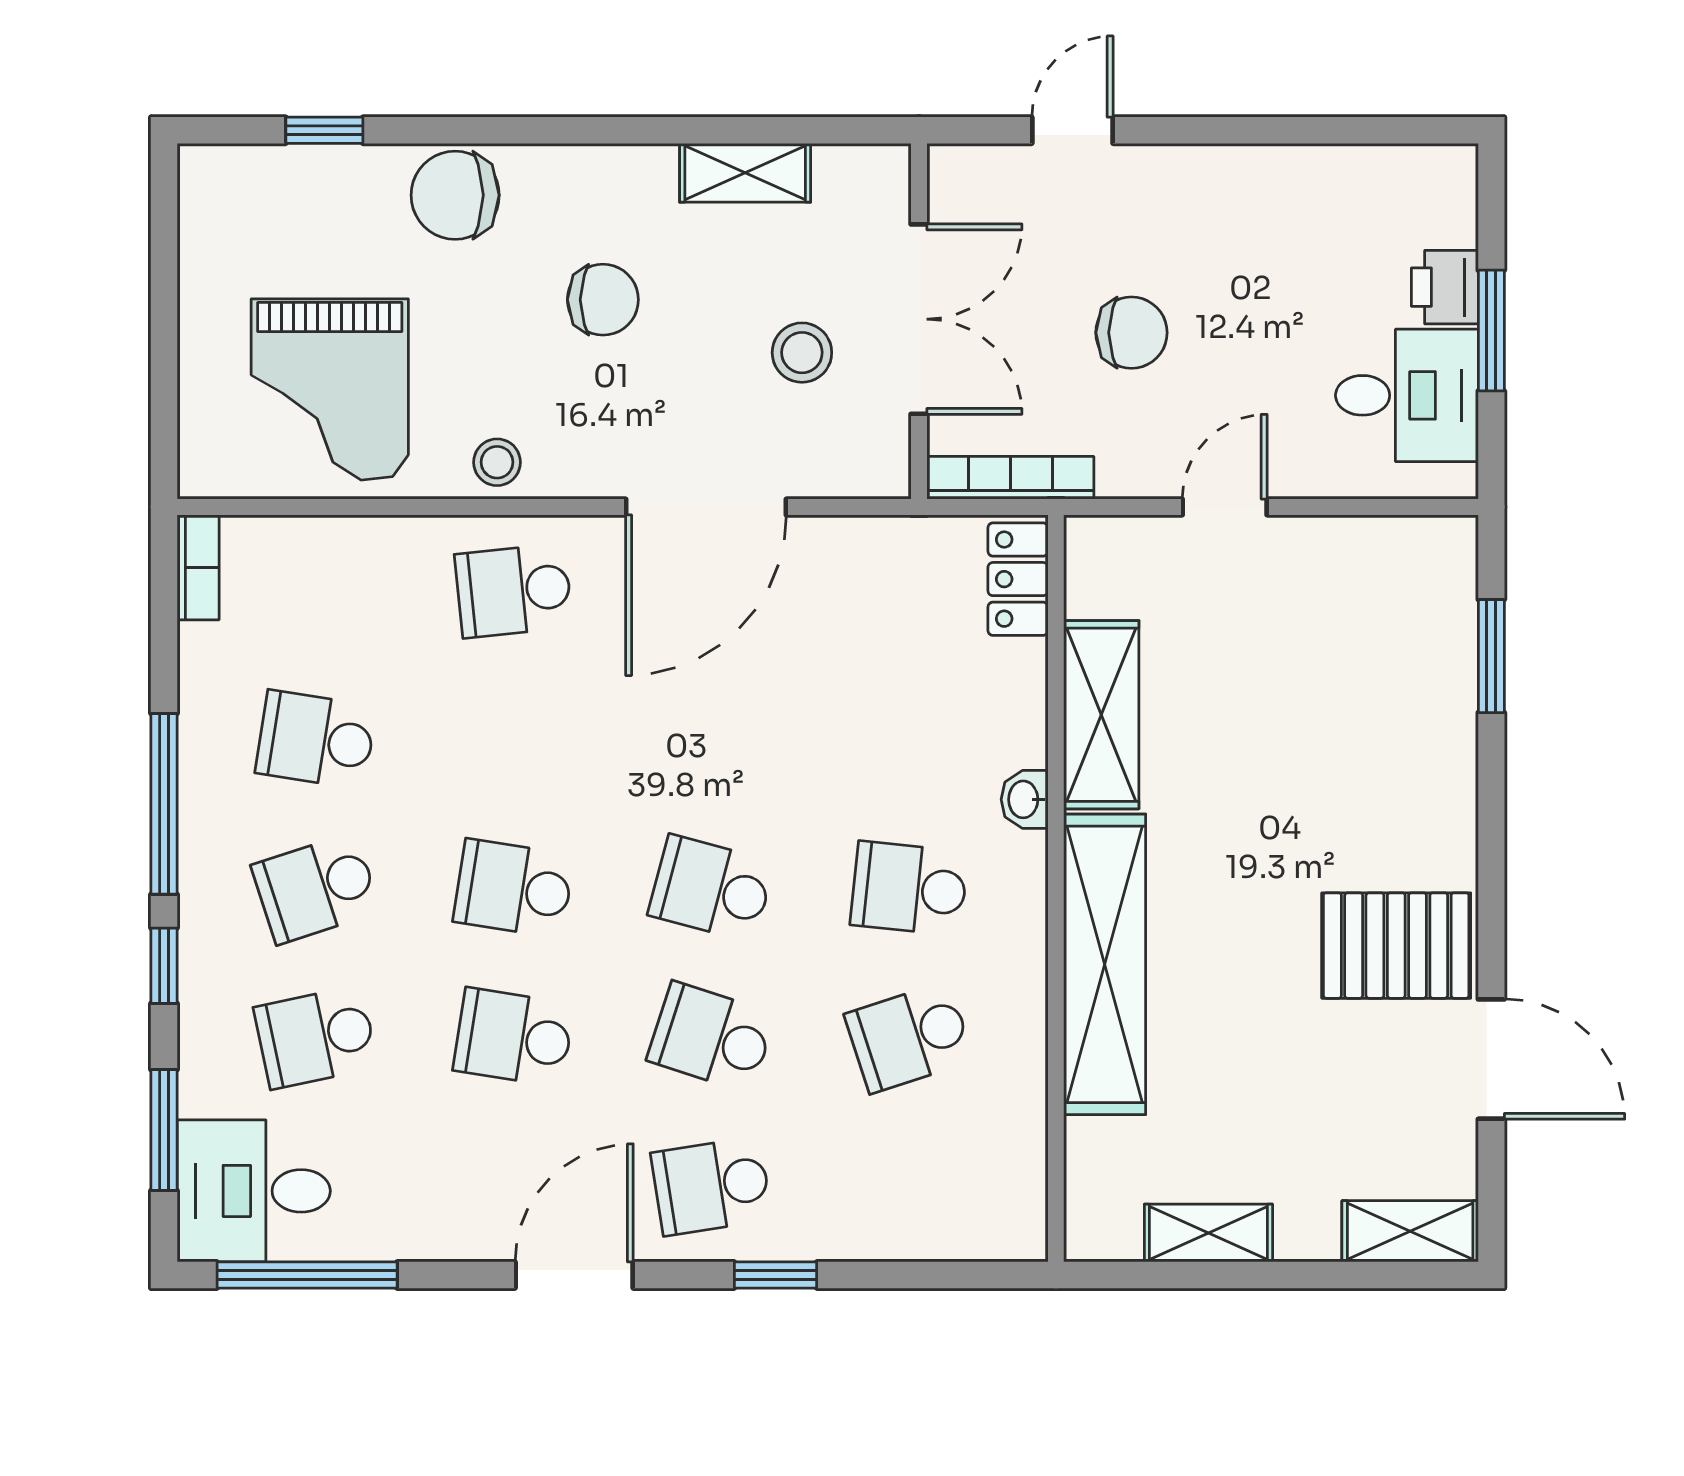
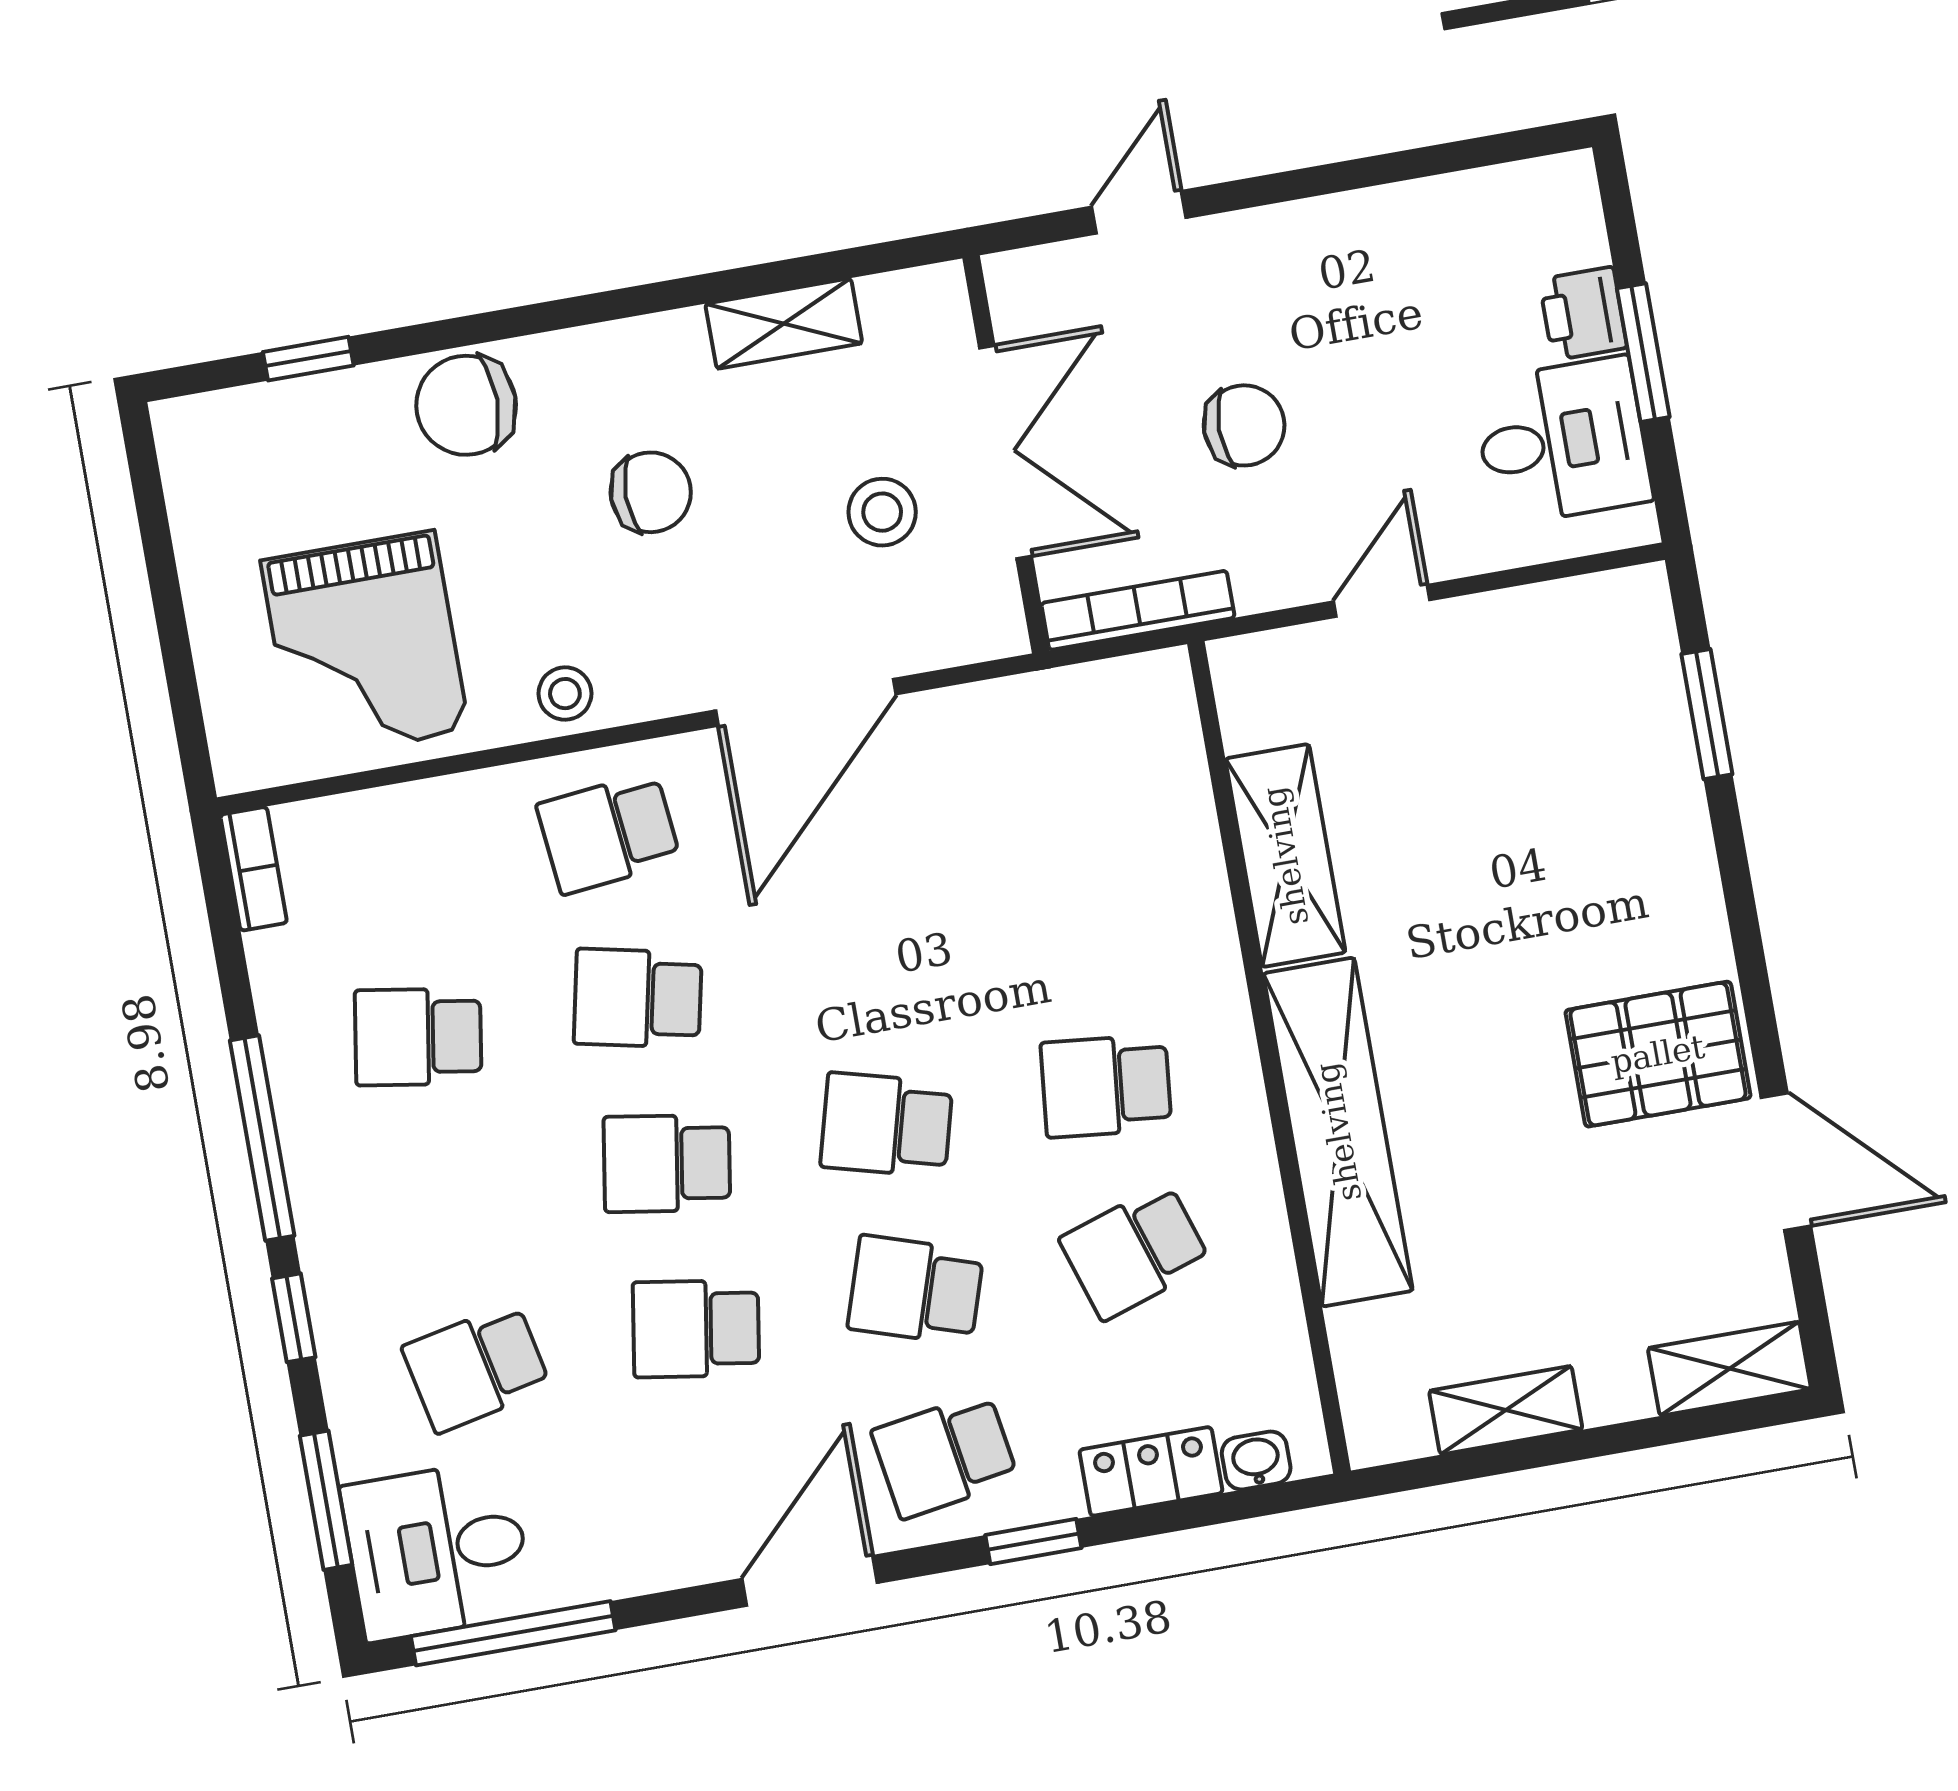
locker: (1018, 579) -> (1151, 1471), moved, turned 90
washbasin: (1025, 799) -> (1256, 1460), moved, turned 90
school desk: (316, 888) -> (638, 998), moved, turned 30

